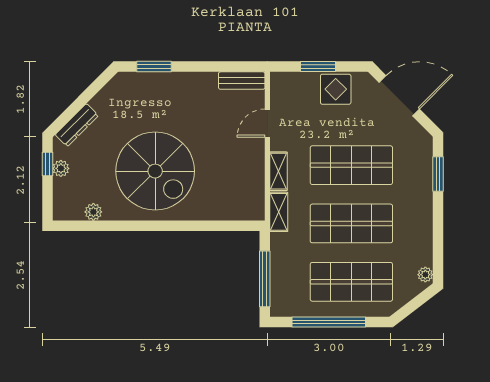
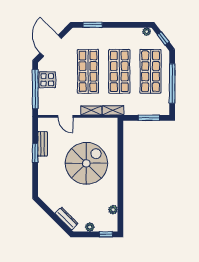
window: (154, 67) -> (35, 153), moved
window: (318, 67) -> (35, 89), width x2.11
bench: (242, 81) -> (43, 144), moved
window: (47, 164) -> (106, 234), moved
spiral stairs: (155, 171) -> (86, 163), moved
window: (265, 279) -> (149, 118), width x0.69
window: (413, 305) -> (163, 38), added

